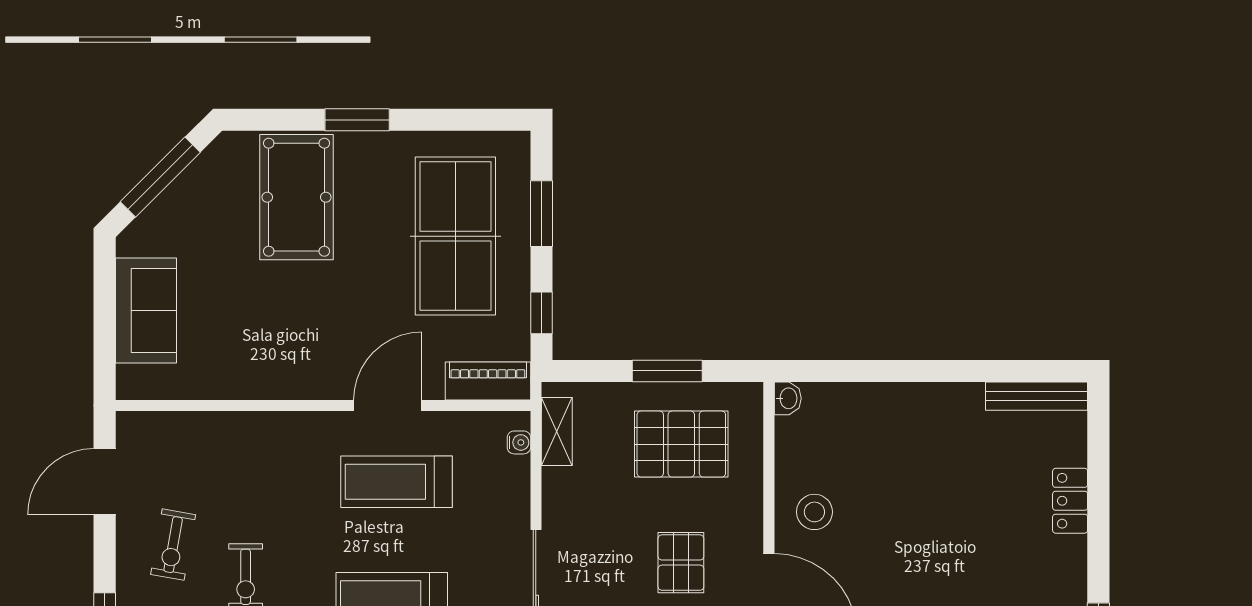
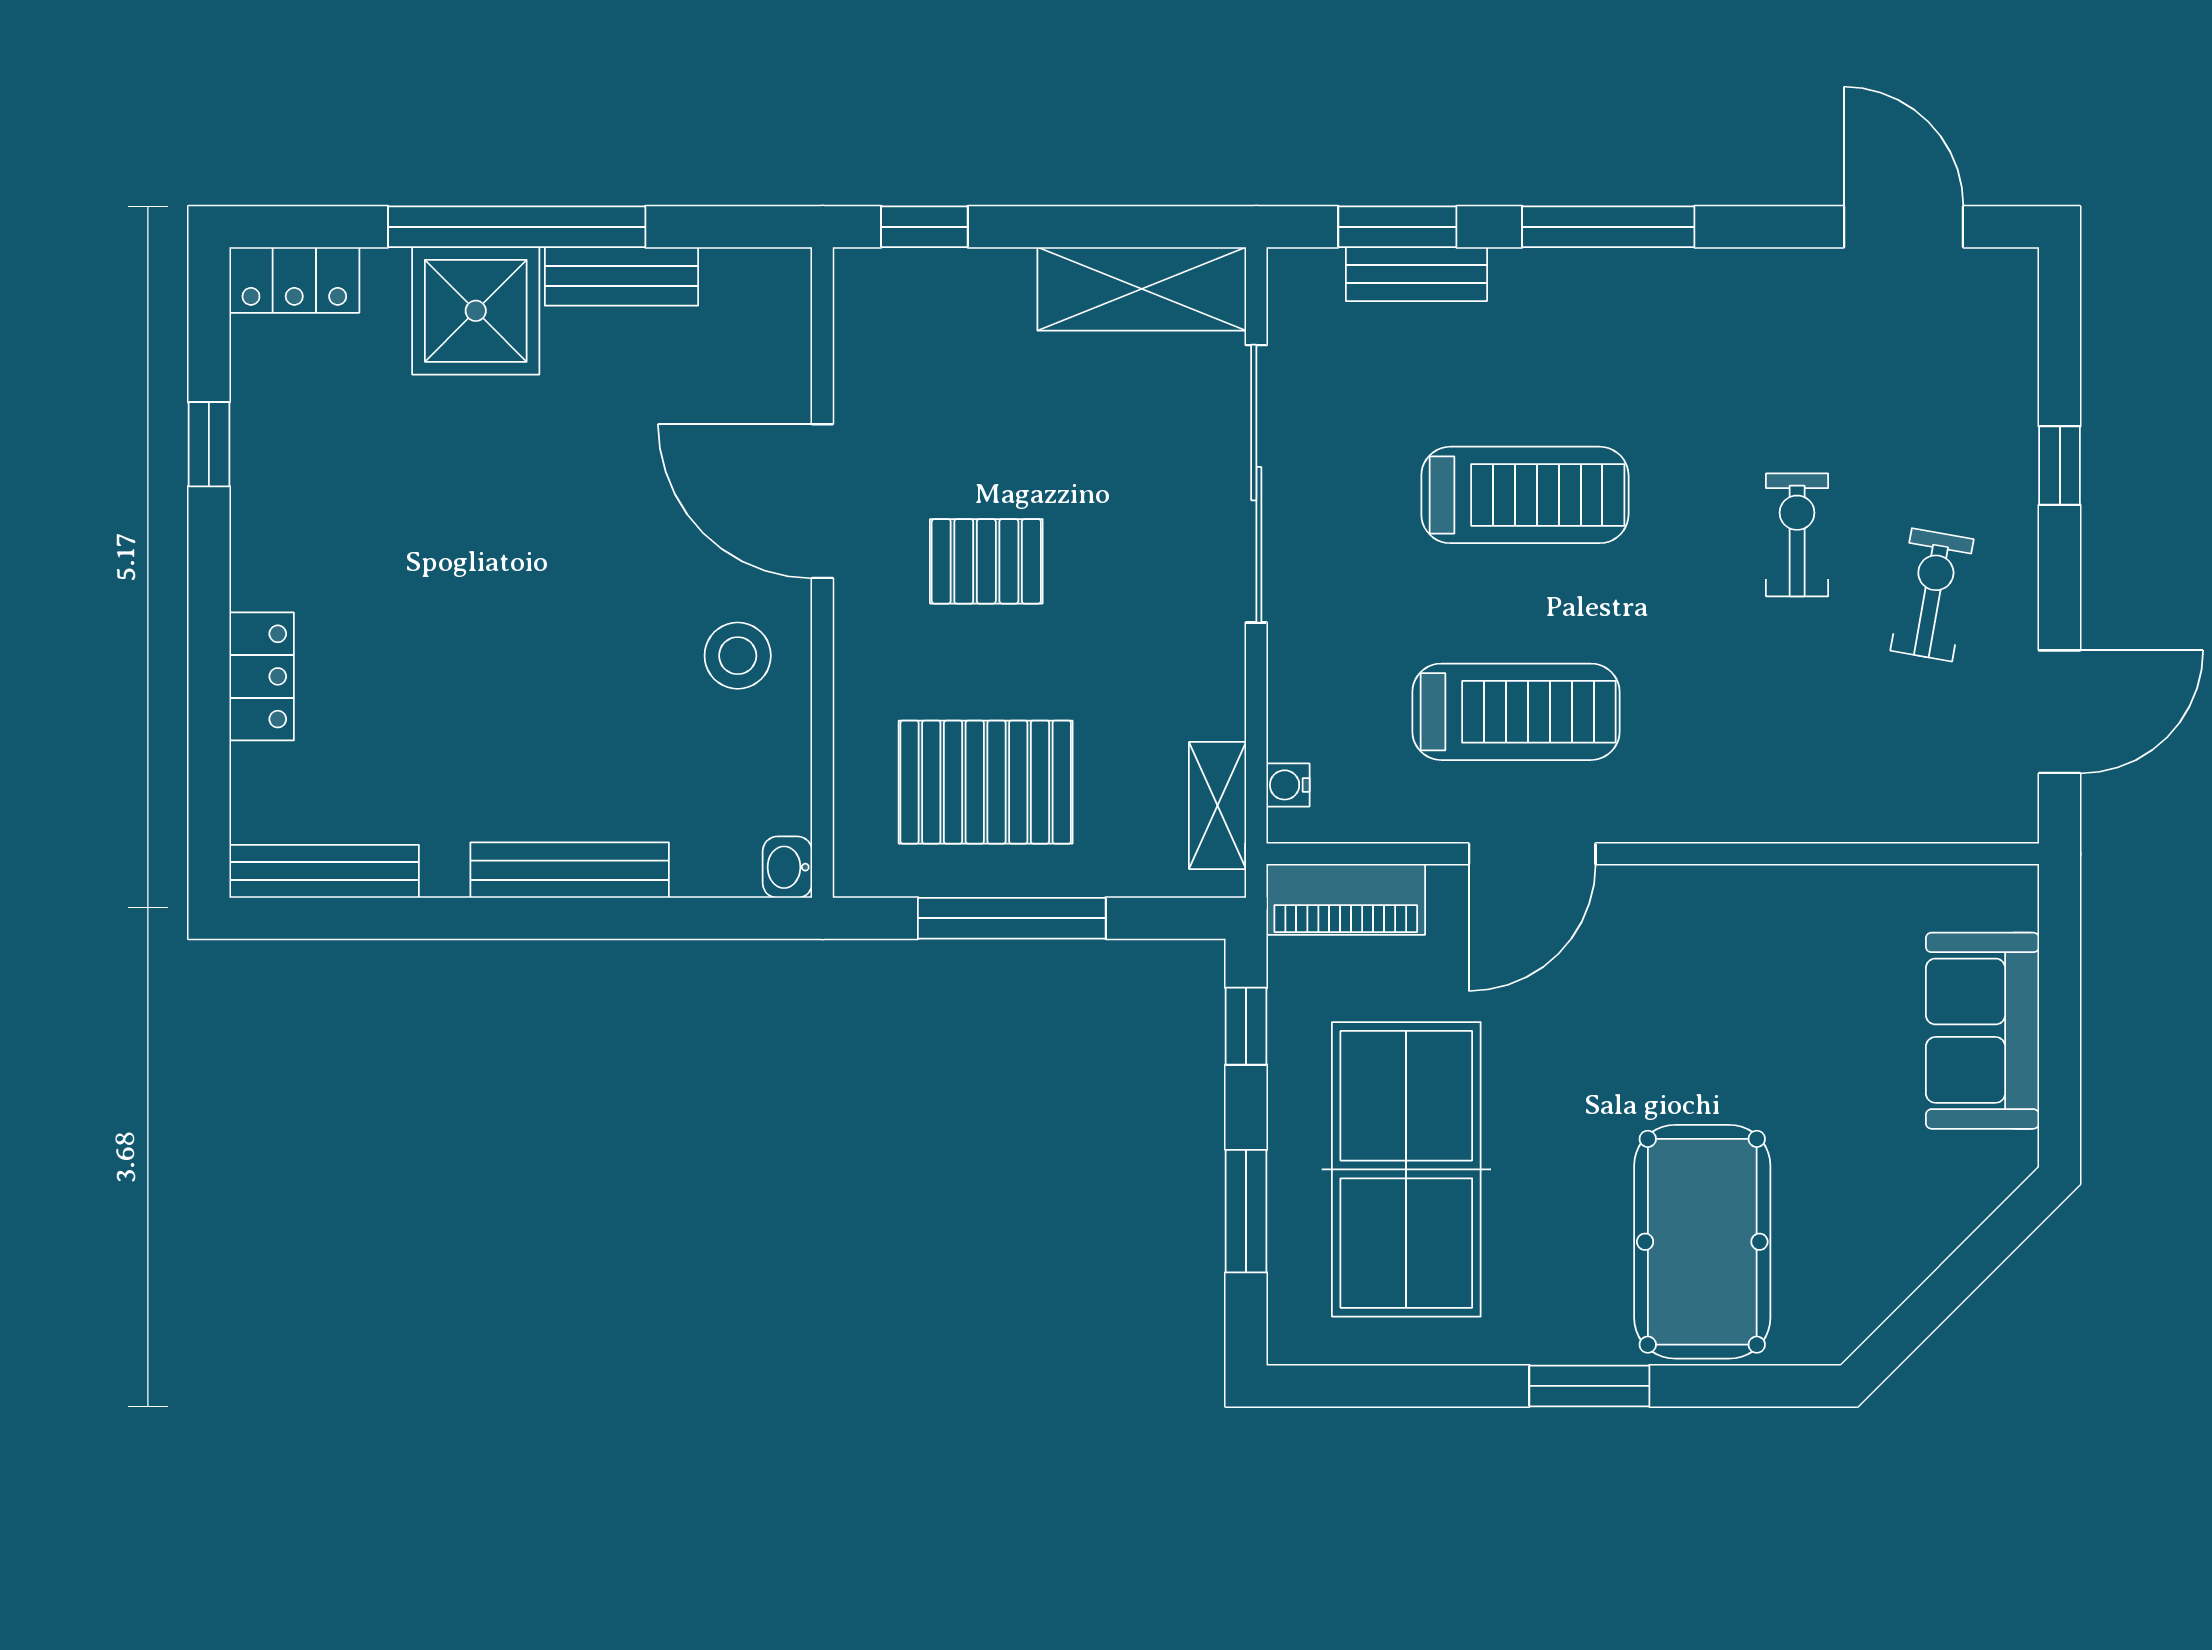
window: (160, 177) -> (1956, 1279), removed
window: (667, 371) -> (1012, 918), width x1.44
bench: (905, 397) -> (570, 870), added
pallet: (681, 563) -> (986, 561), turned 90

